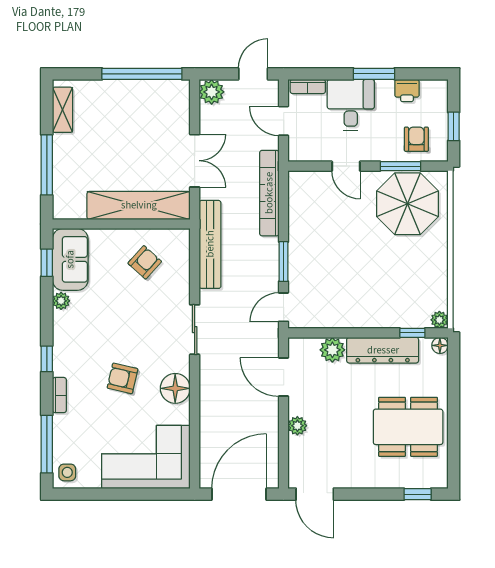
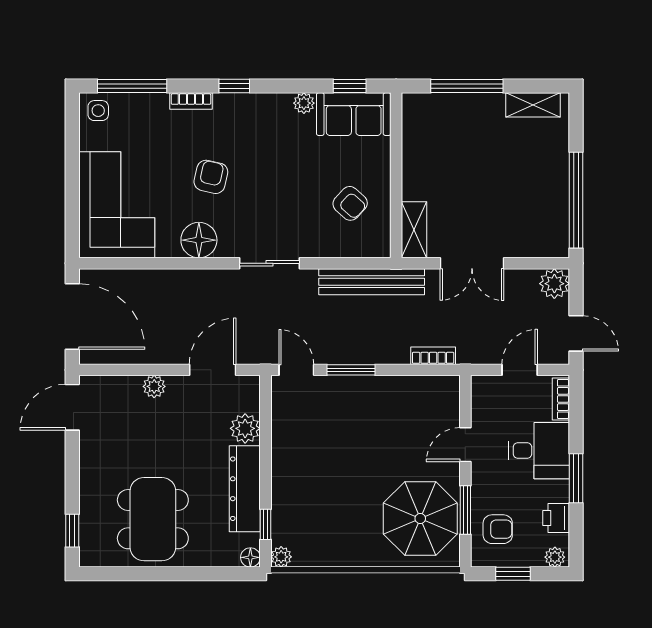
plant: (440, 92) -> (555, 557), added
bookcase: (269, 193) -> (433, 356), width x0.43, depth x0.76
shelving: (139, 205) -> (414, 230), width x0.45, depth x0.75

